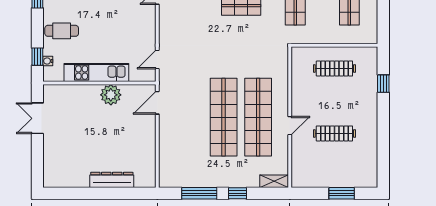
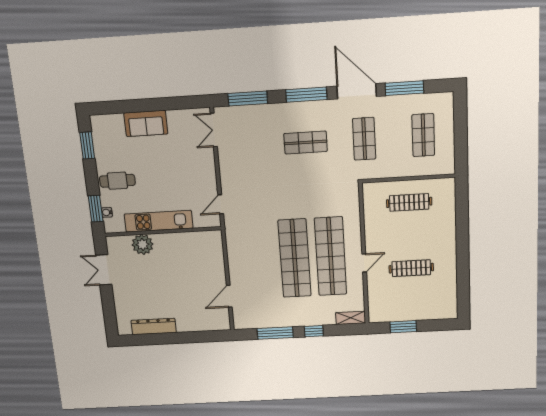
window: (37, 57) -> (96, 209), width x1.50
window: (383, 84) -> (462, 215), removed
plant: (111, 95) -> (143, 244), moved
door: (157, 103) -> (229, 296), moved
dresser: (112, 180) -> (154, 326), moved
window: (342, 193) -> (403, 327), moved

